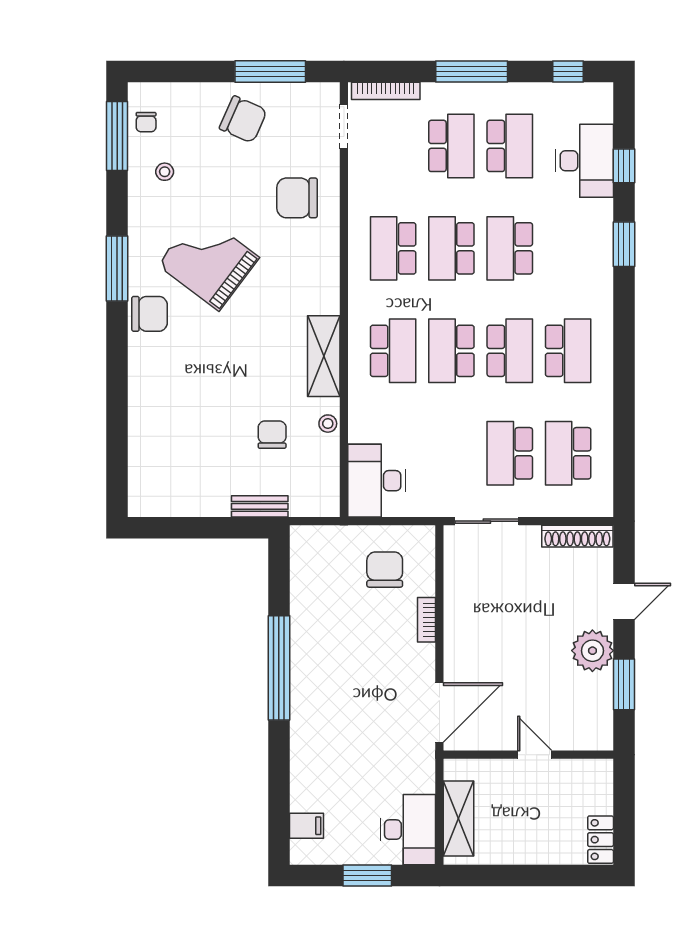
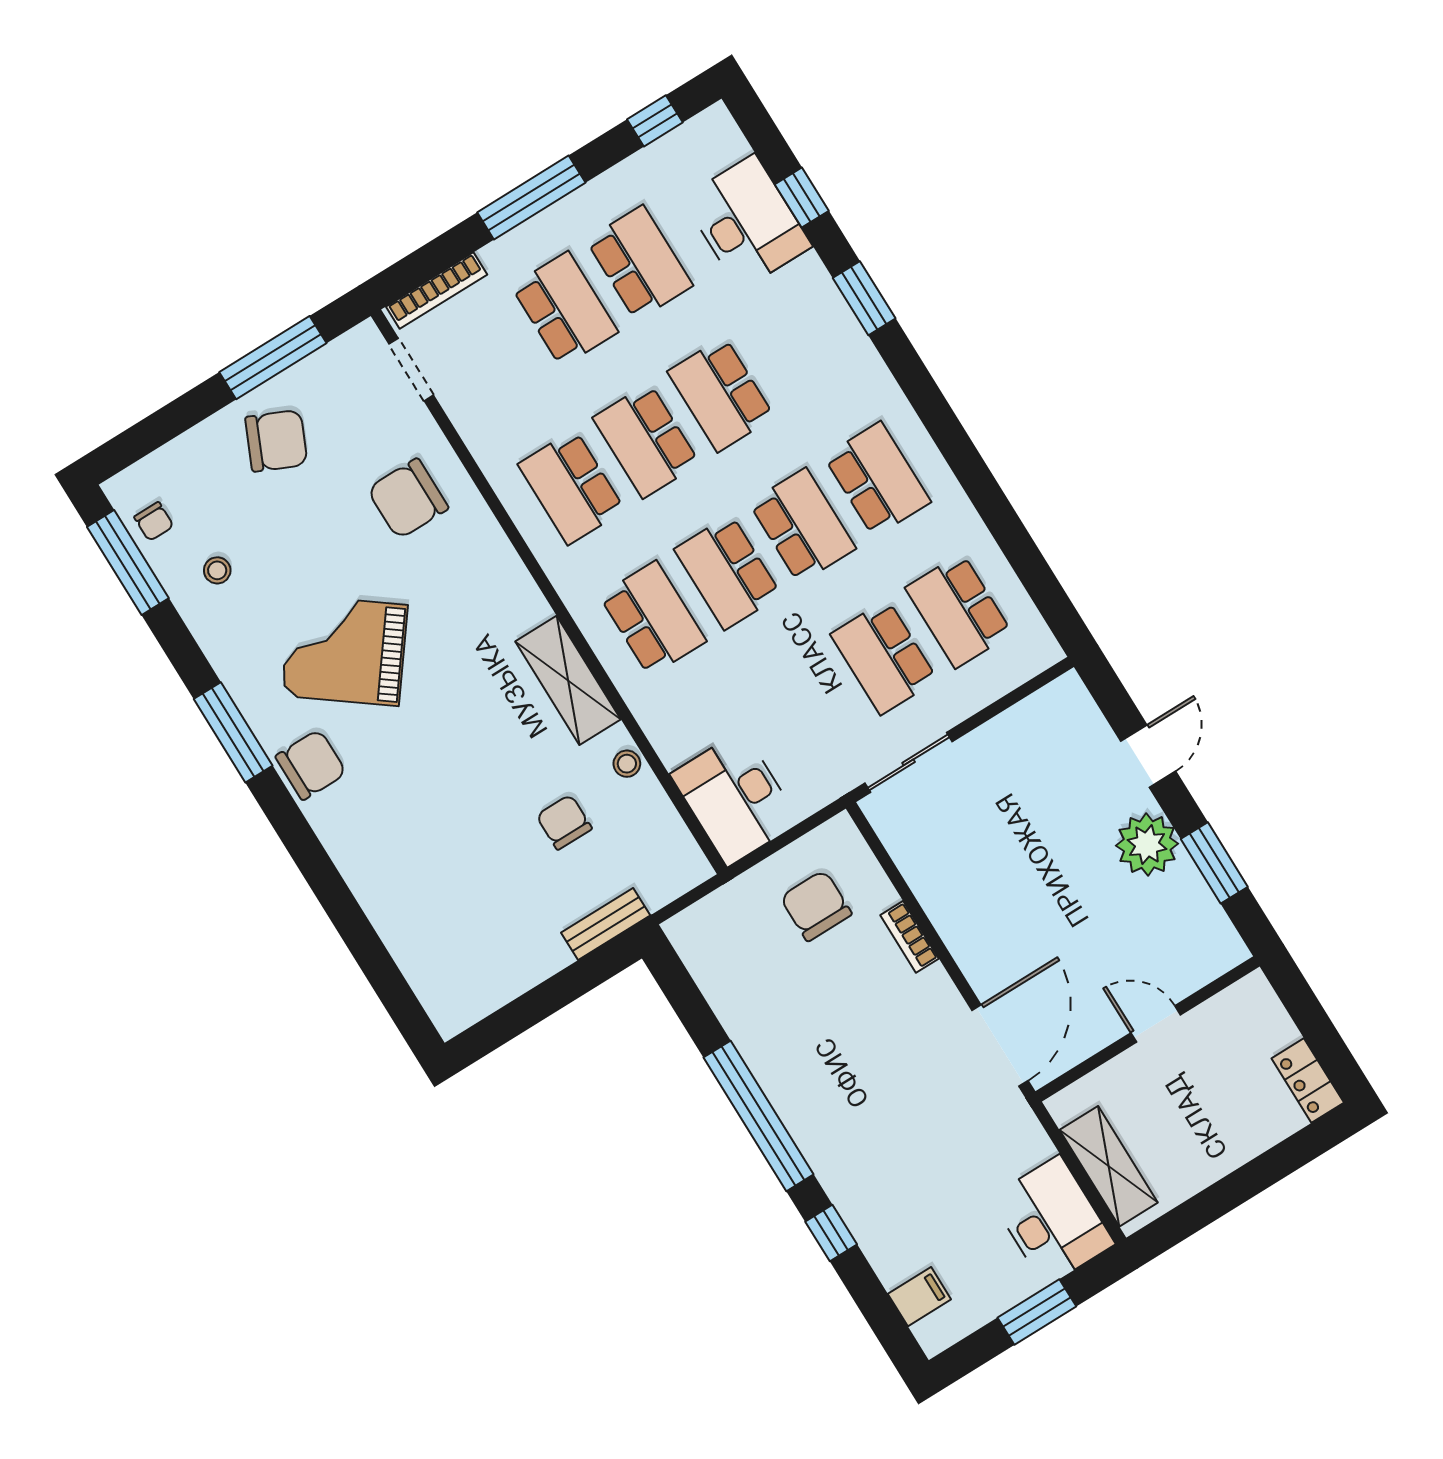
shoe rack: (577, 536) -> (1037, 710), removed
window: (279, 759) -> (831, 1233), added

